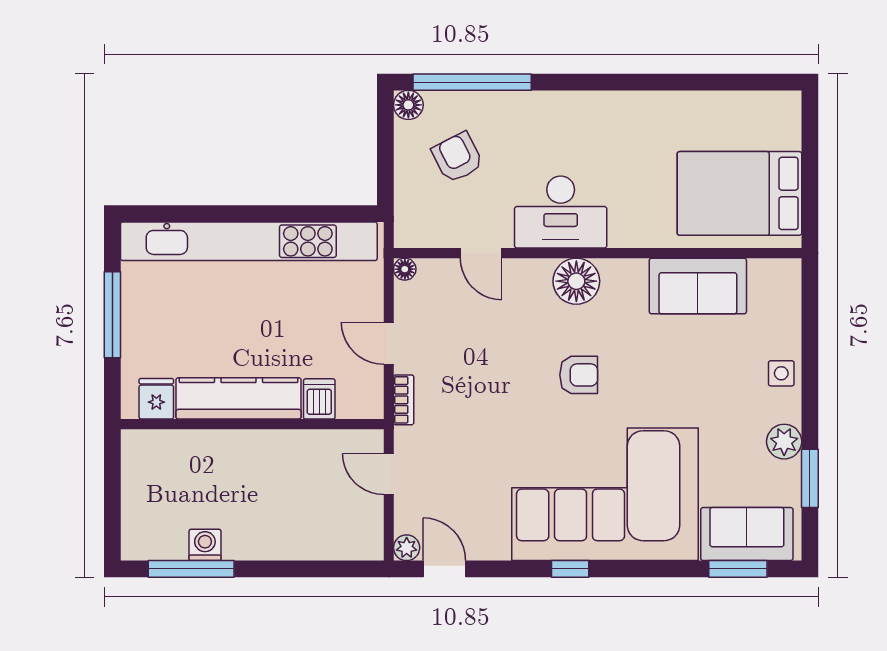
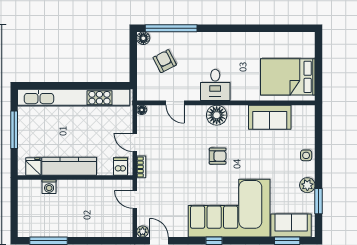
desk: (561, 212) -> (215, 85), width x0.73
dishwasher: (319, 399) -> (121, 167), moved
washing machine: (205, 545) -> (49, 187), moved, turned 180

